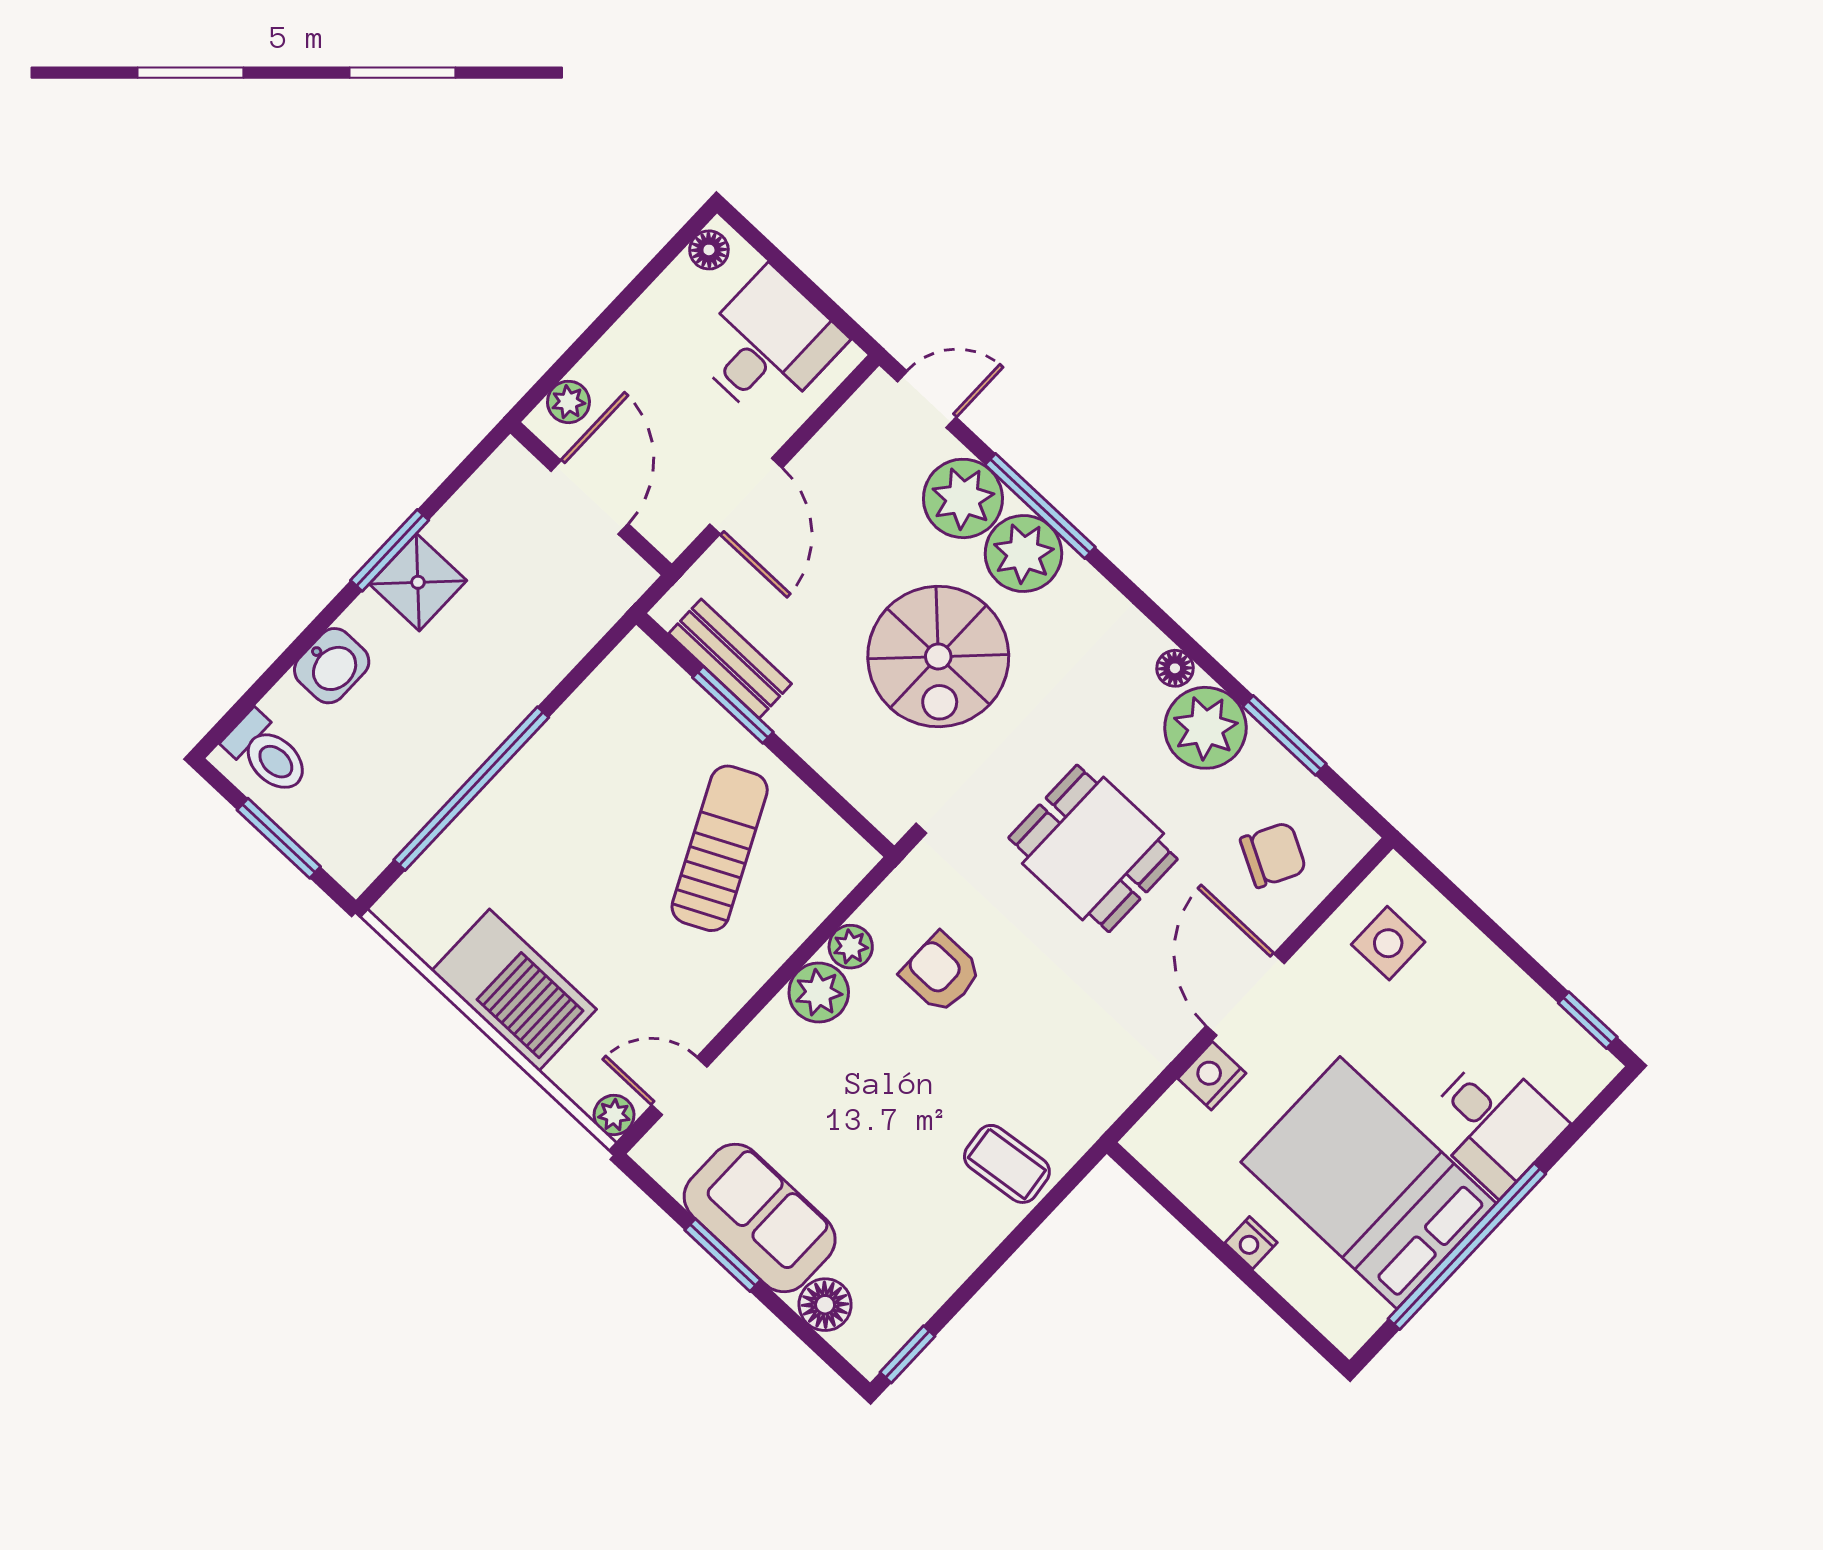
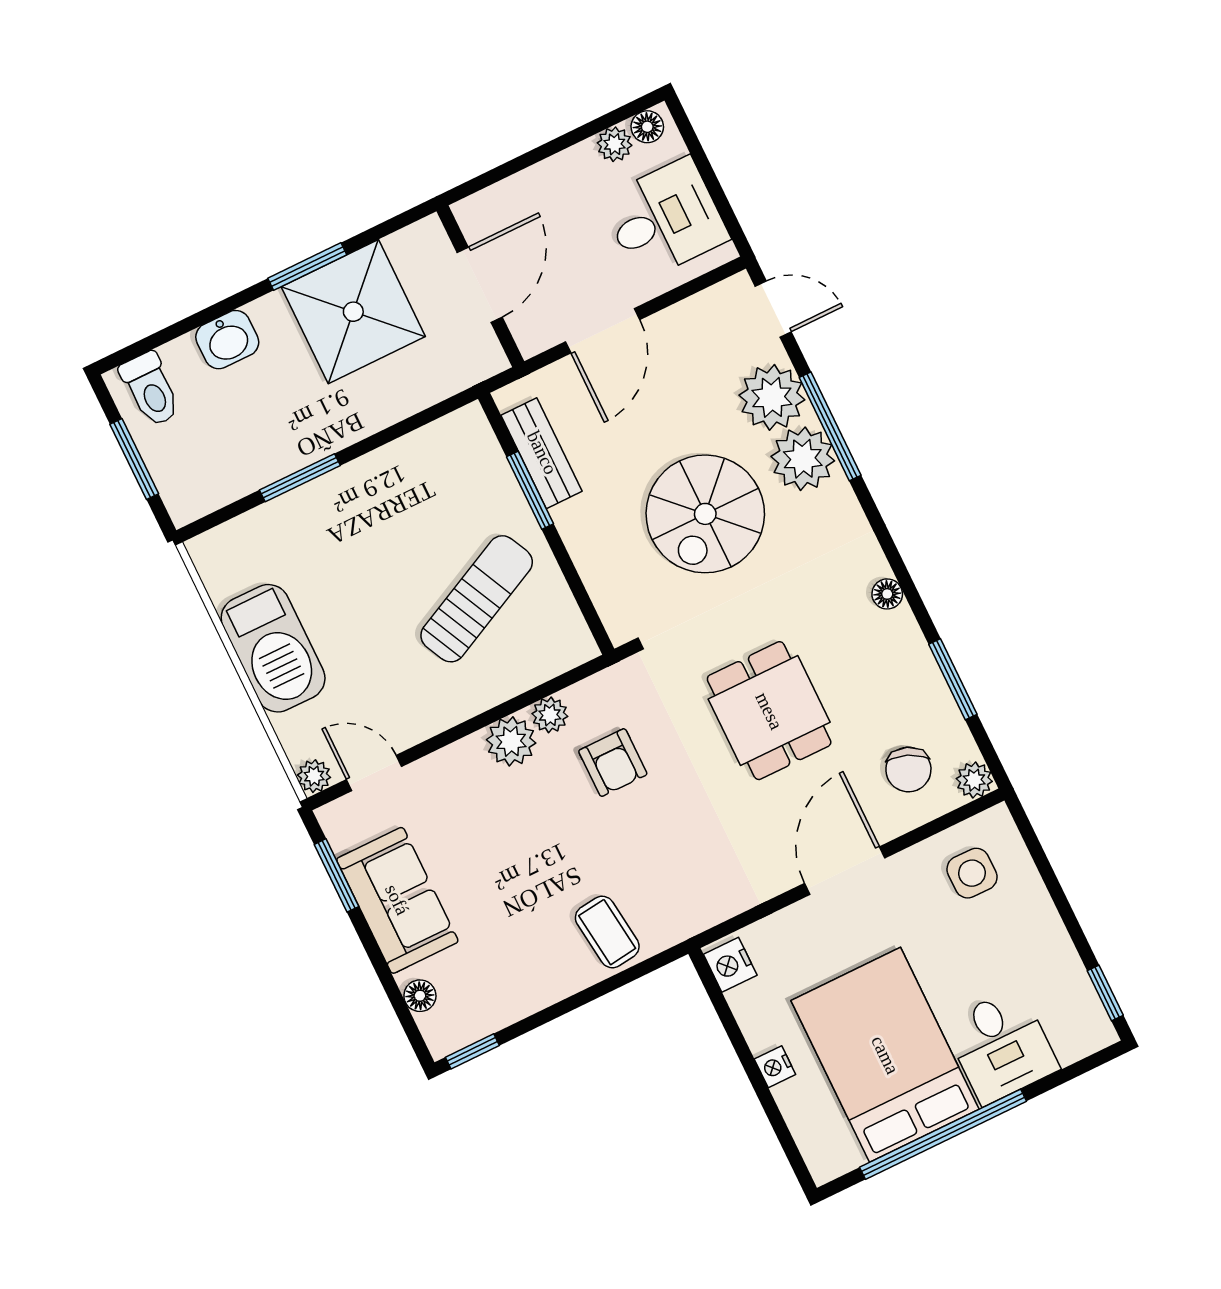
plant: (568, 402) -> (614, 144), moved
shower: (418, 582) -> (353, 312), width x1.86, depth x1.86
plant: (1205, 728) -> (974, 780), moved, width x0.53, depth x0.53
window: (471, 789) -> (300, 478), width x0.47
chair: (1273, 855) -> (908, 770), turned 84
armchair: (941, 973) -> (613, 763), turned 180
nightstand: (1212, 1076) -> (730, 965), moved, turned -90
window: (723, 1255) -> (336, 875), moved
floor lamp: (825, 1305) -> (420, 996), width x0.73, depth x0.73

